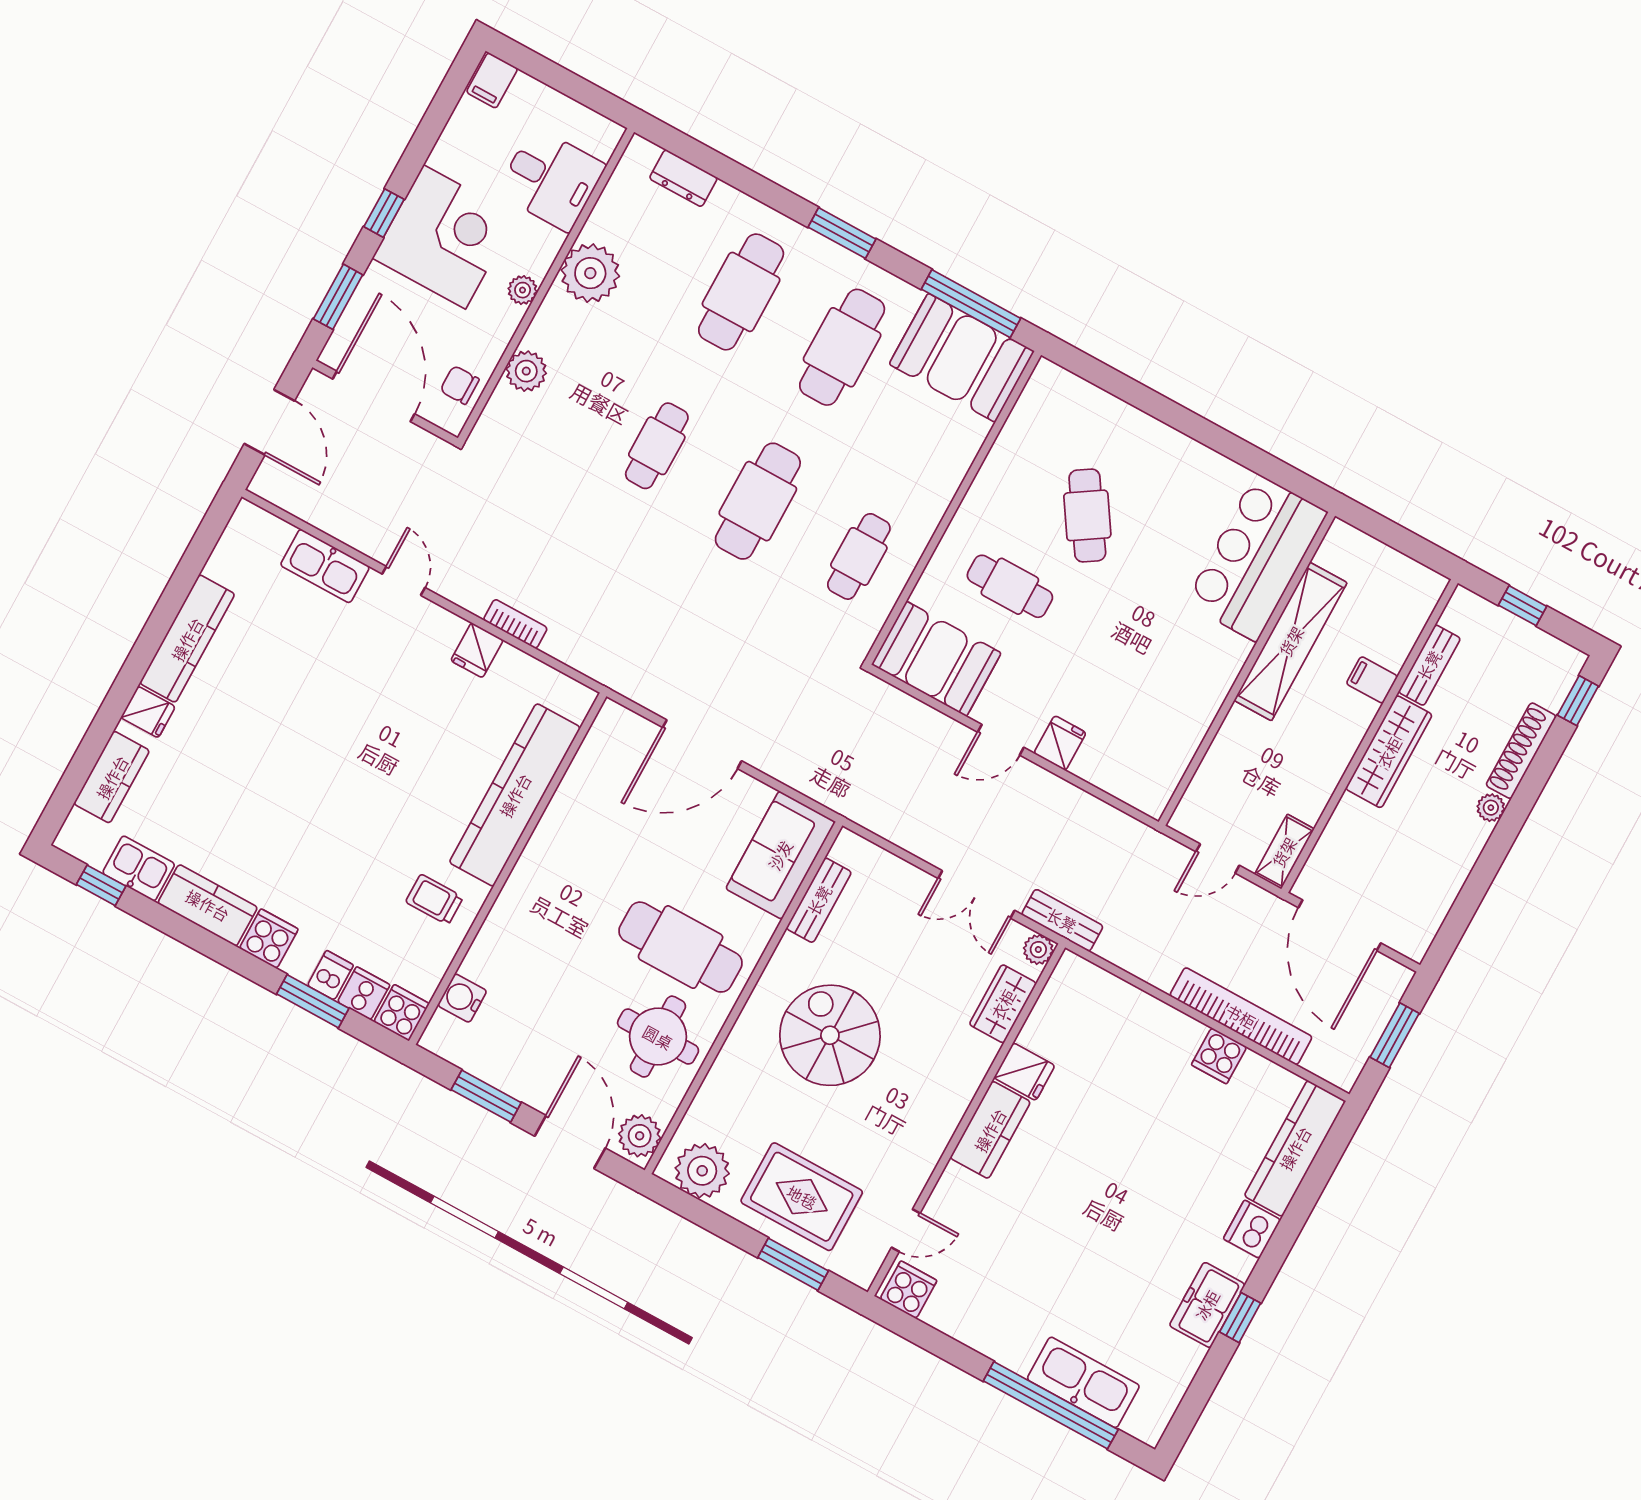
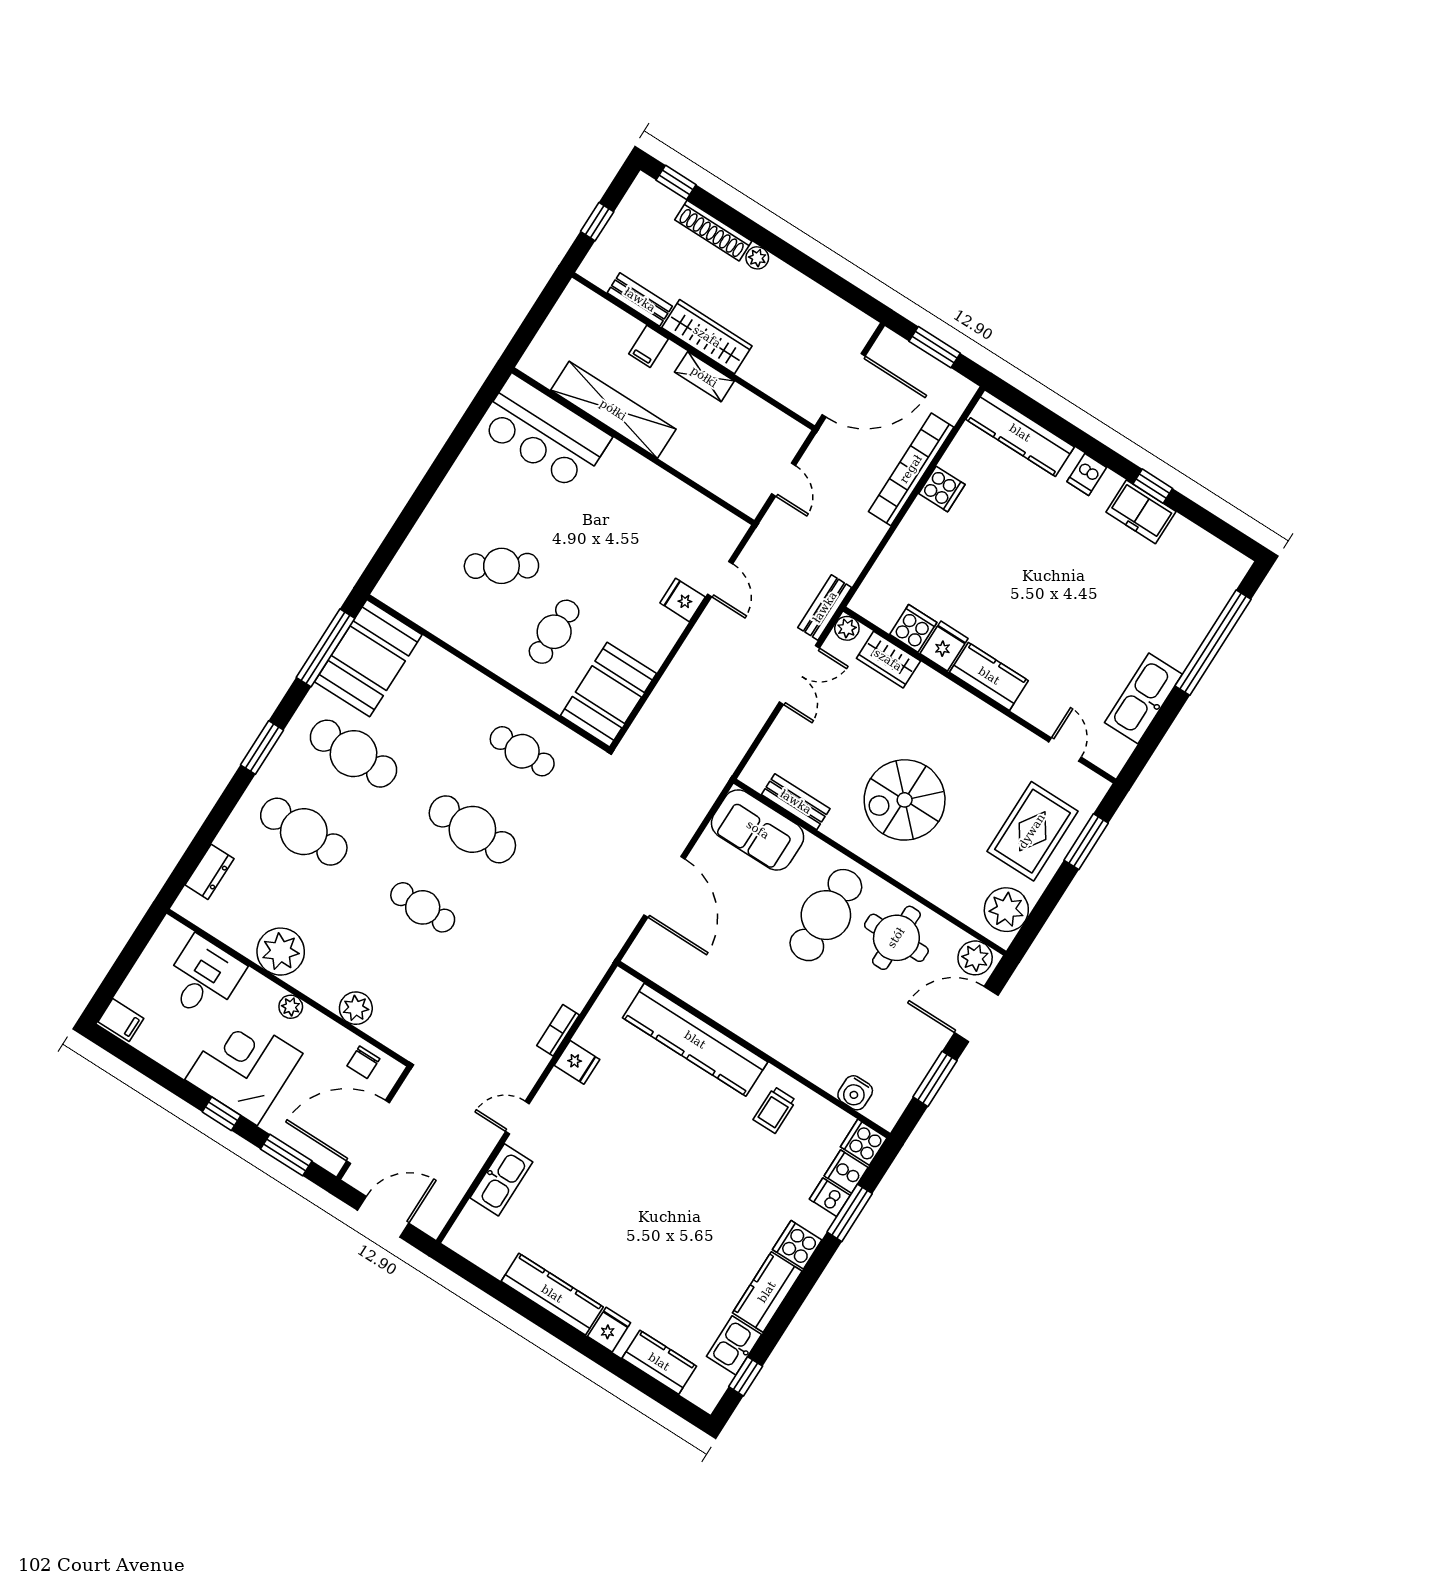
door: (1001, 740) -> (720, 579), moved
shelving: (1284, 852) -> (704, 377), moved
dishwasher: (1252, 1229) -> (1087, 474), width x0.73
cooker: (908, 1290) -> (913, 628), moved, turned 90
kitchen sink: (1083, 1382) -> (1143, 698), moved

